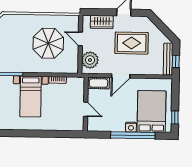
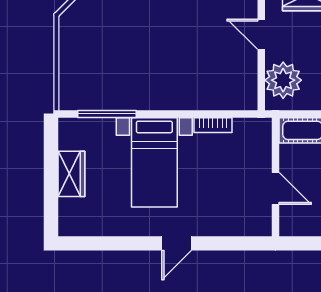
parasol: (48, 43) -> (191, 45), removed
door: (40, 134) -> (177, 243), added

